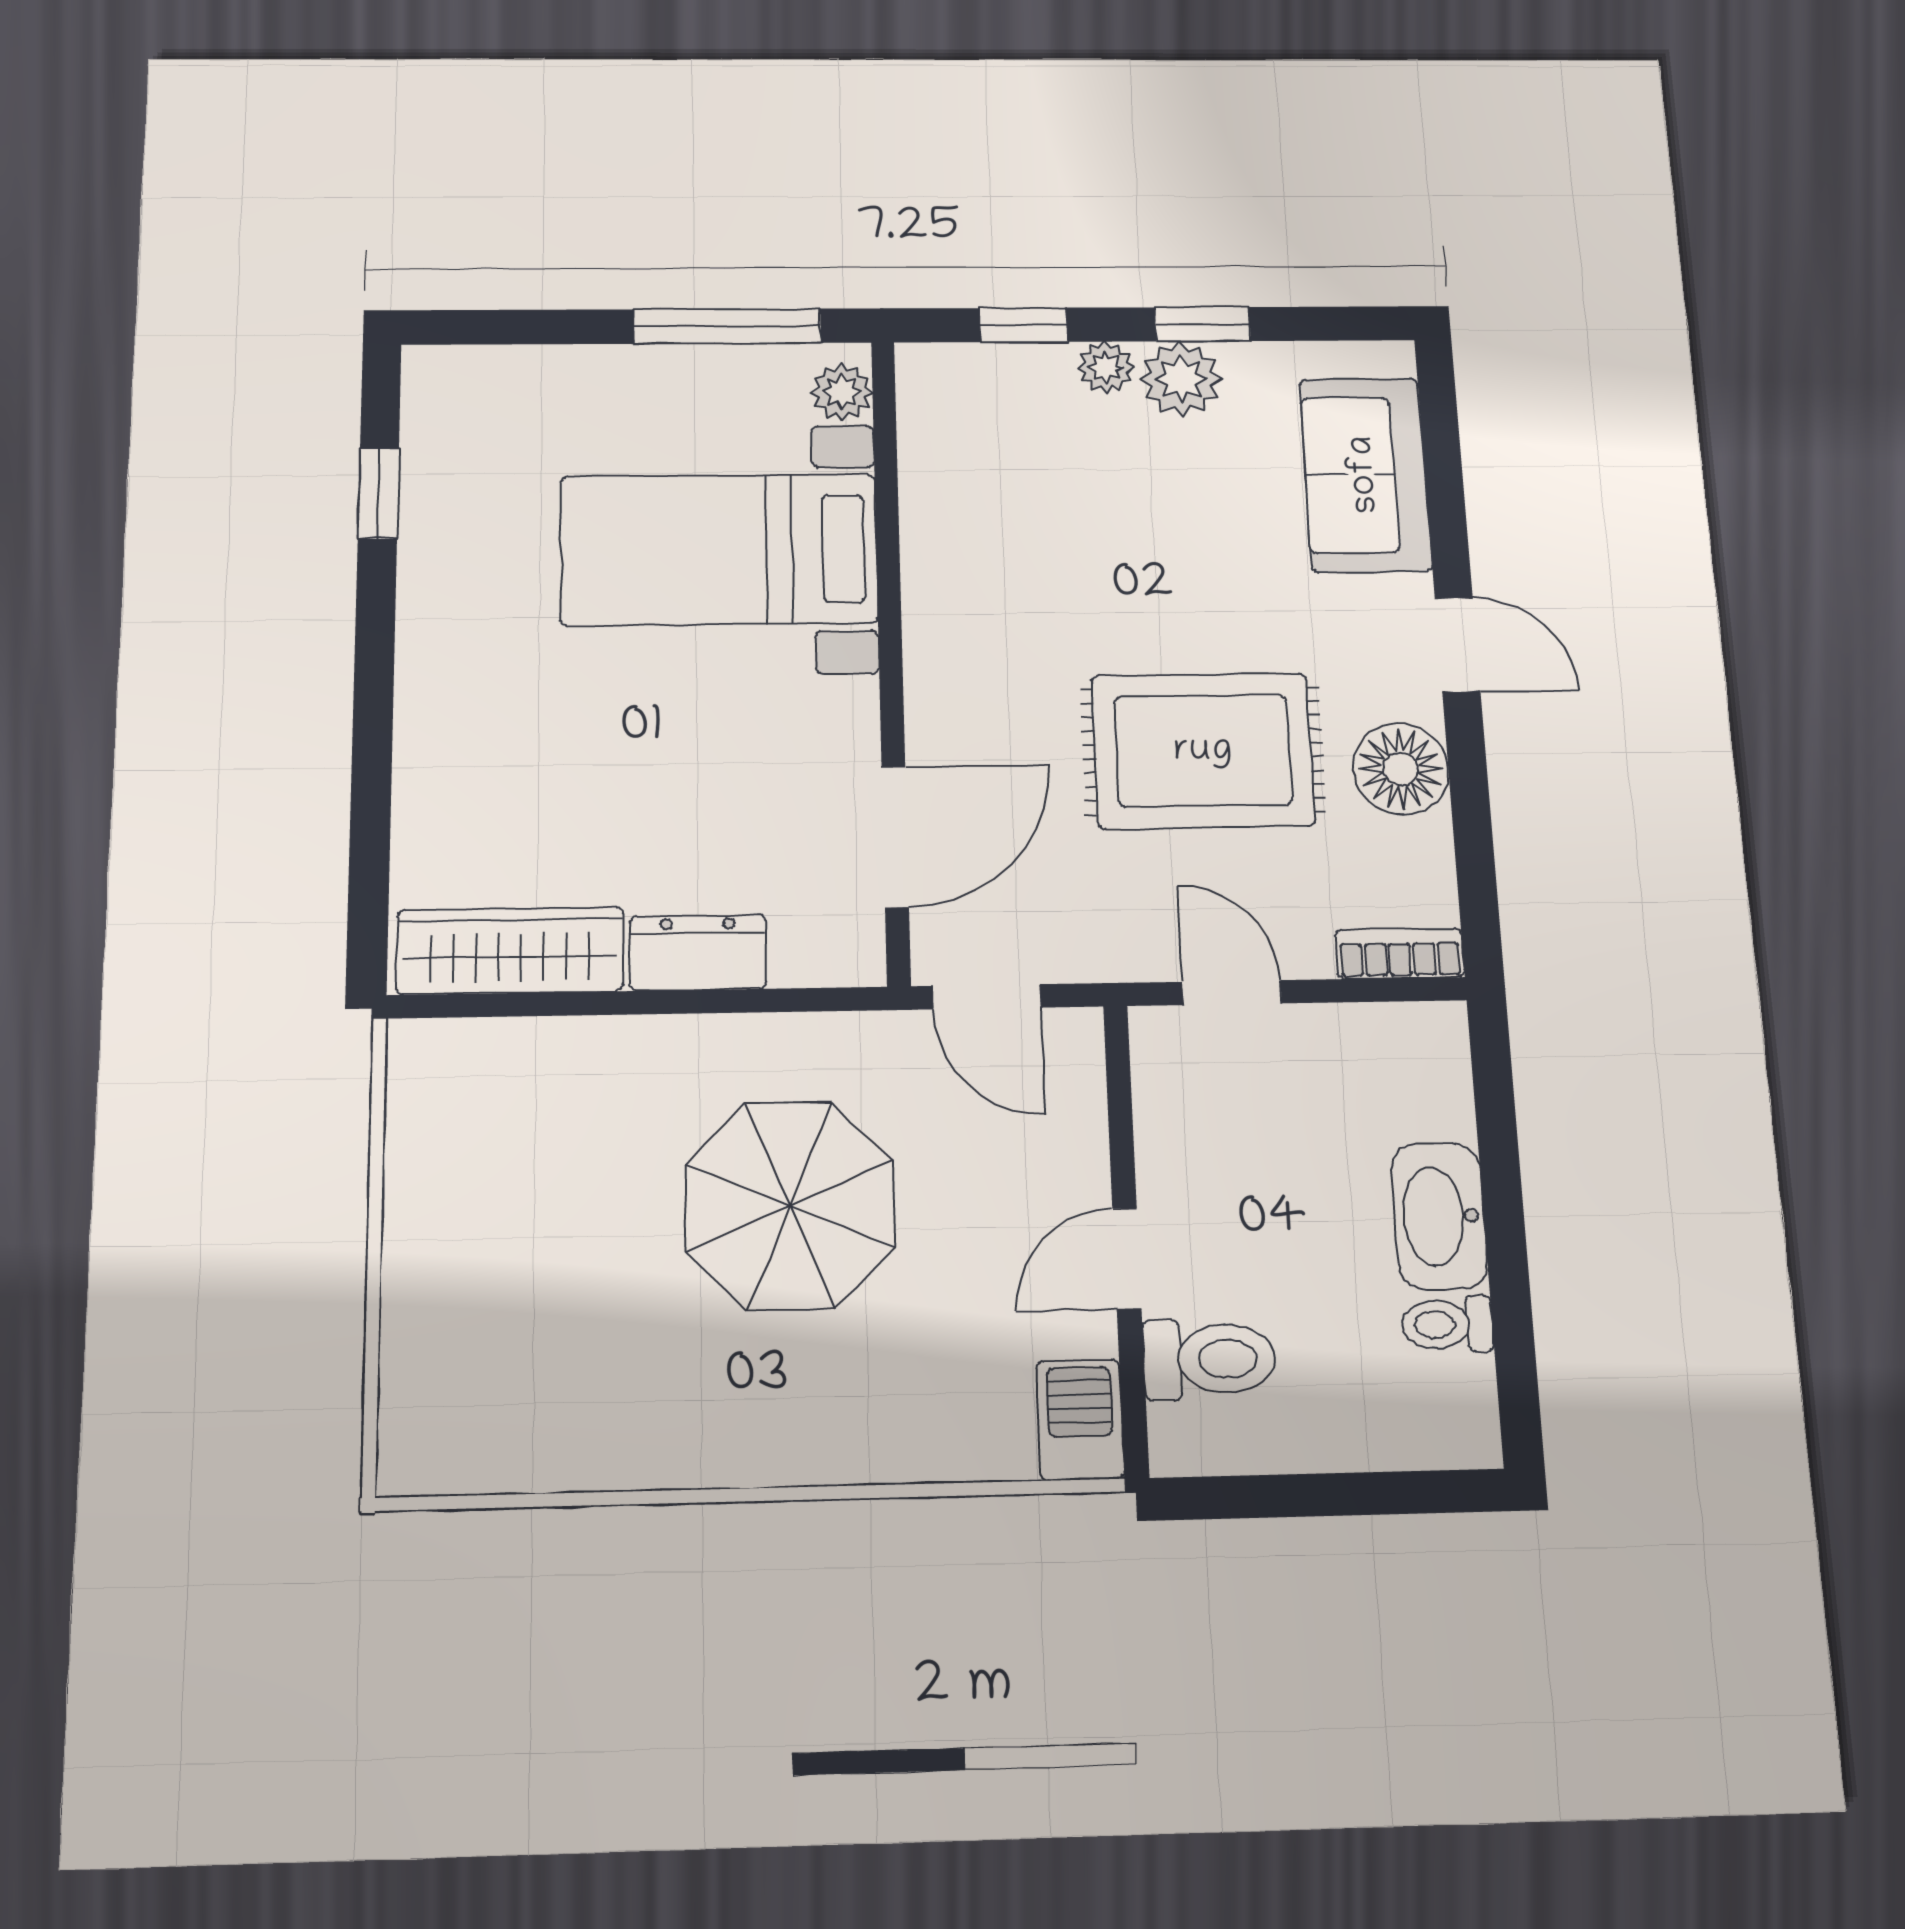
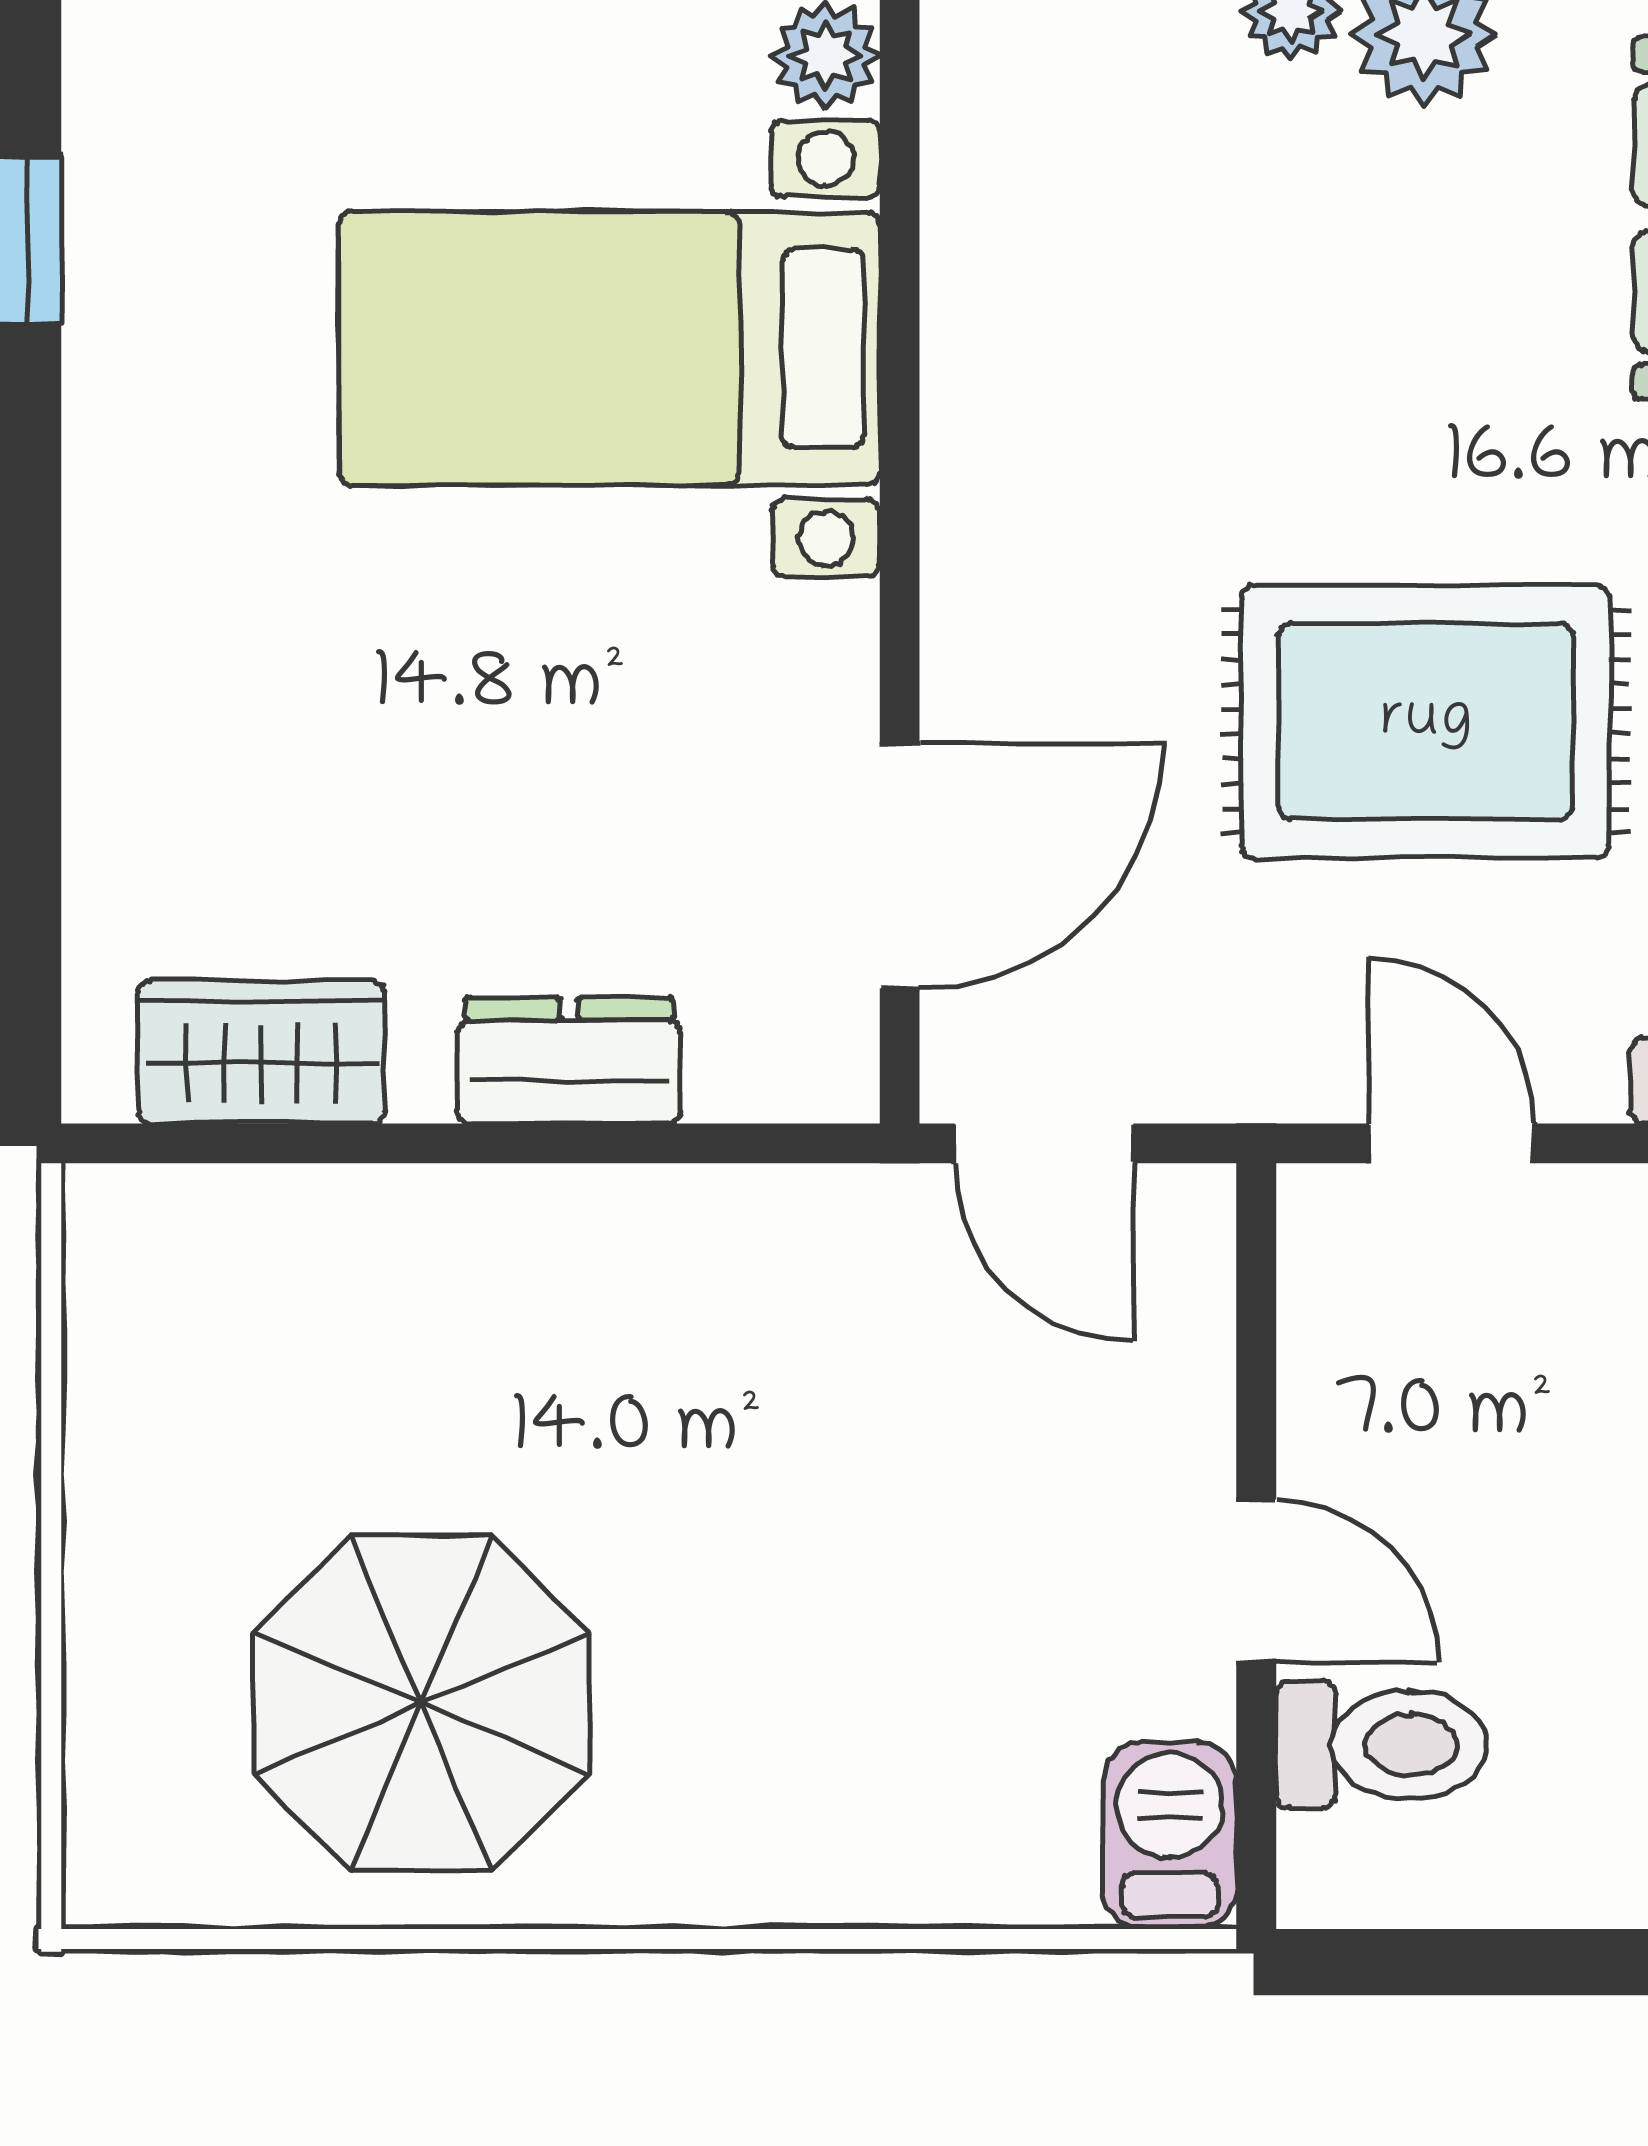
wardrobe: (510, 951) -> (261, 1052), width x0.67
parasol: (790, 1206) -> (421, 1703), moved
door: (1127, 1259) -> (1256, 1581), swing flipped

